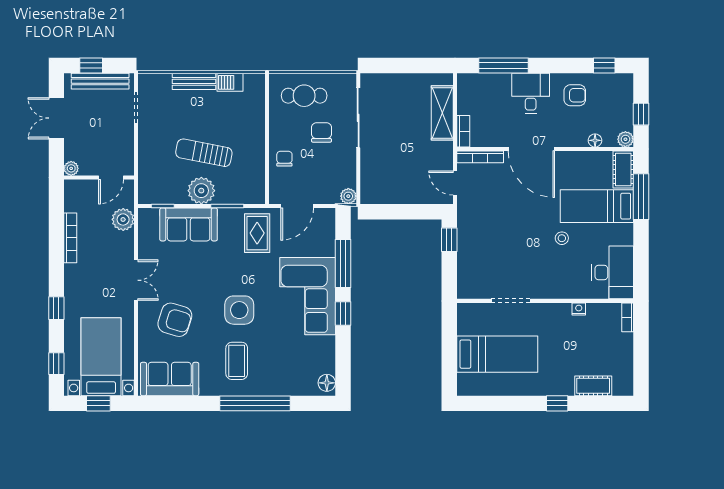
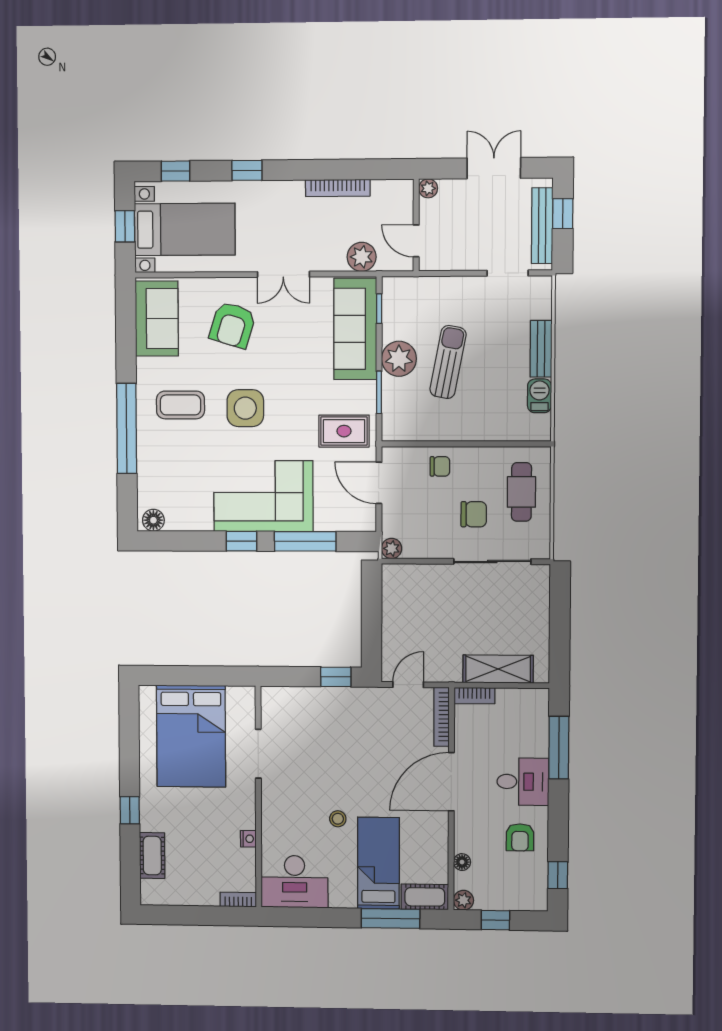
sofa: (189, 224) -> (355, 329), width x1.36
bed: (497, 354) -> (191, 736), width x1.50

